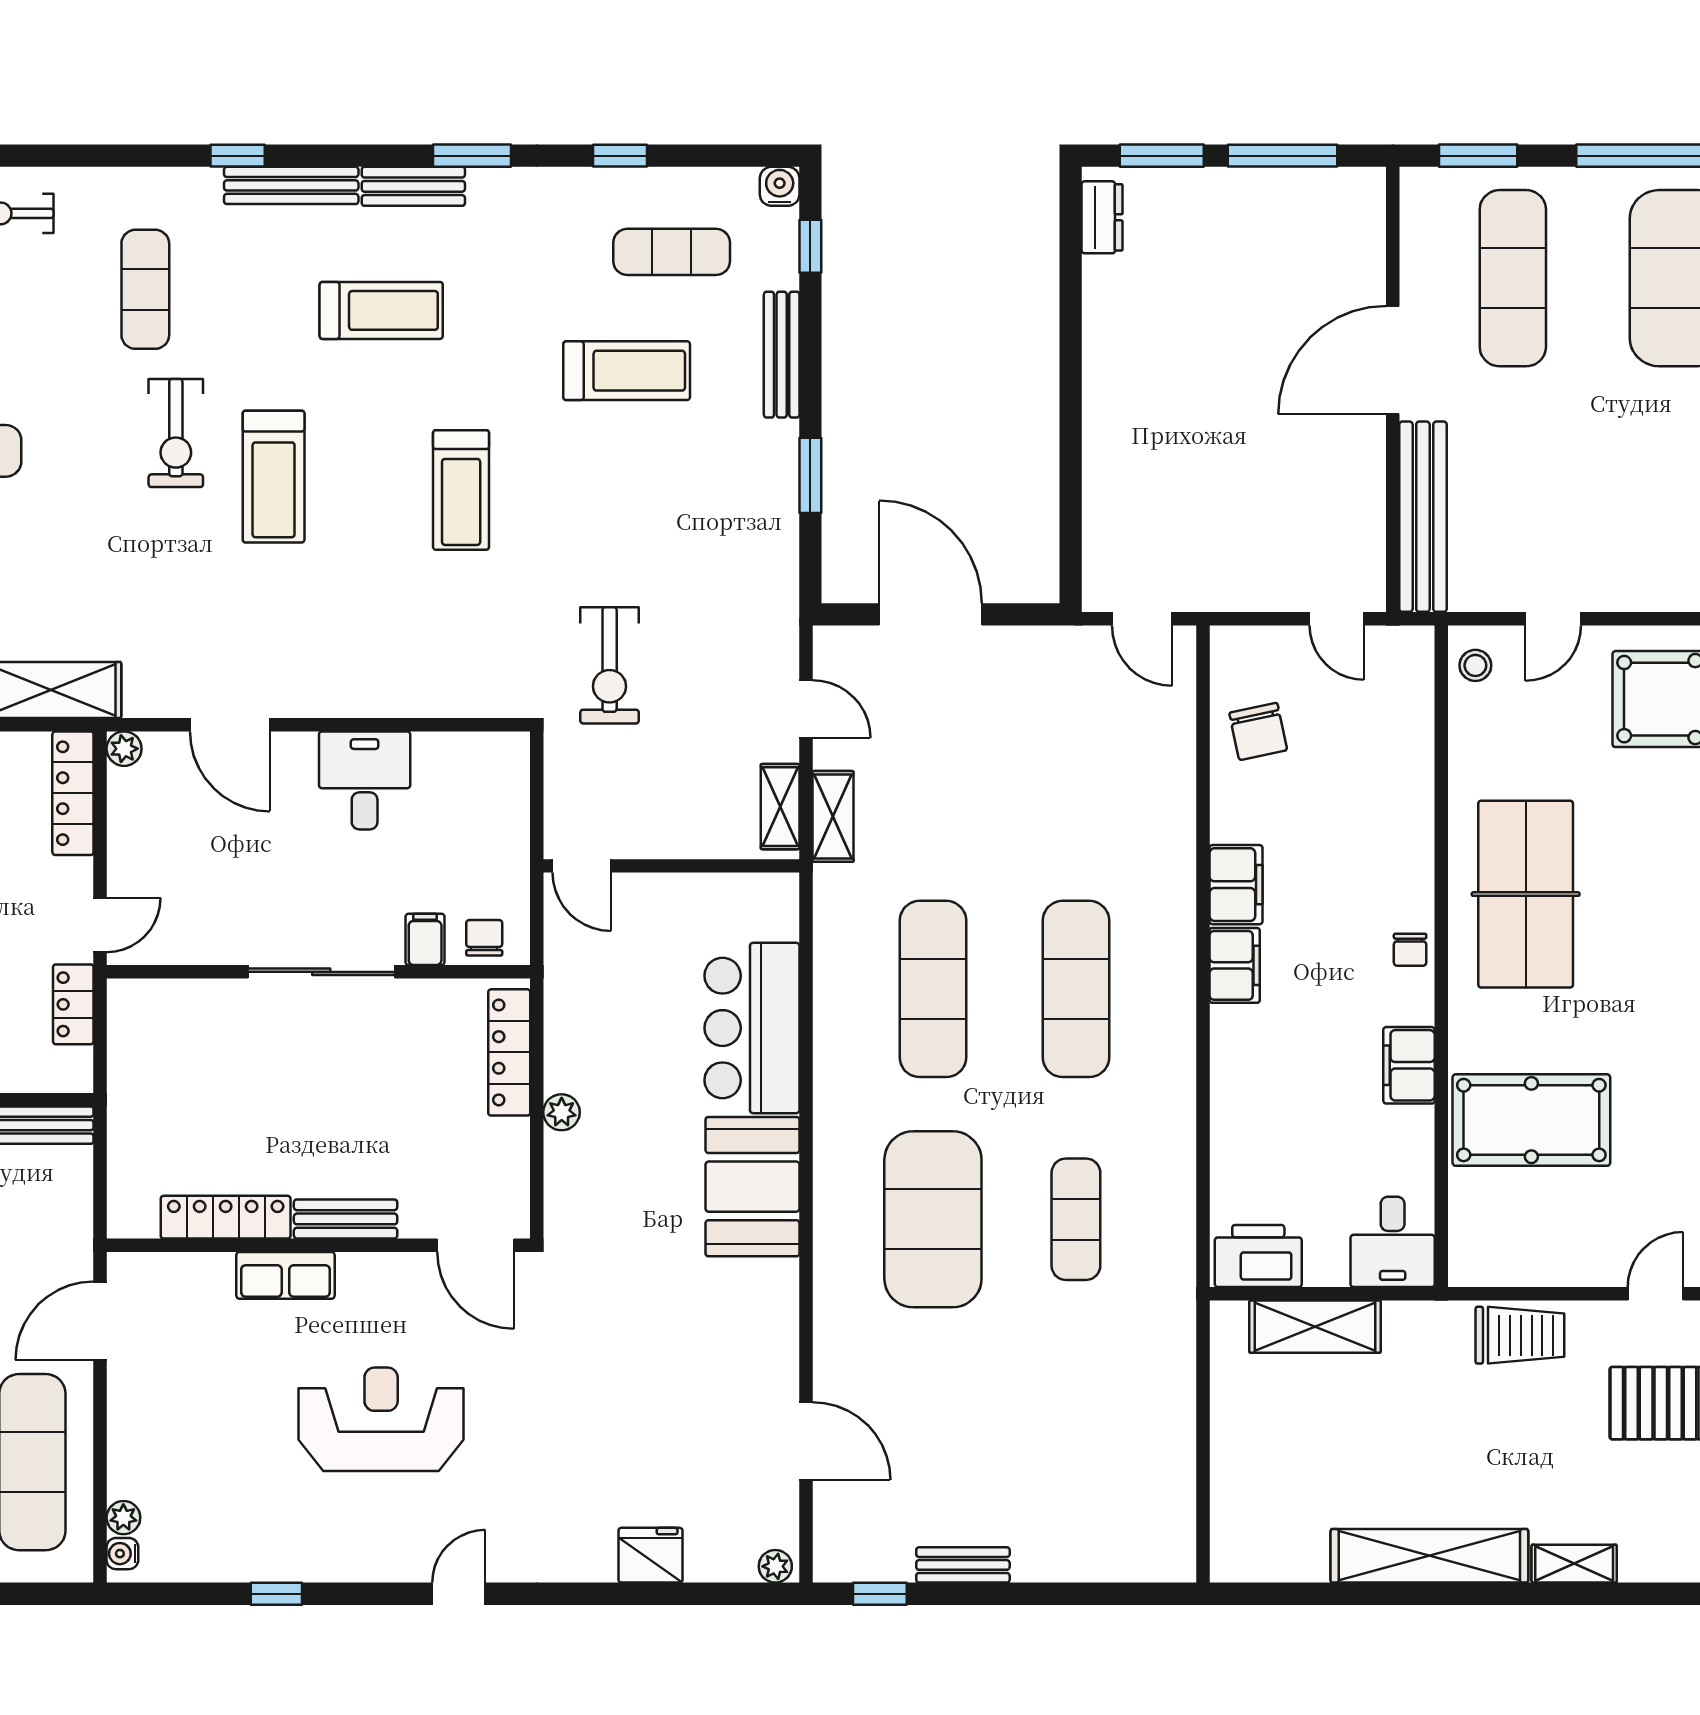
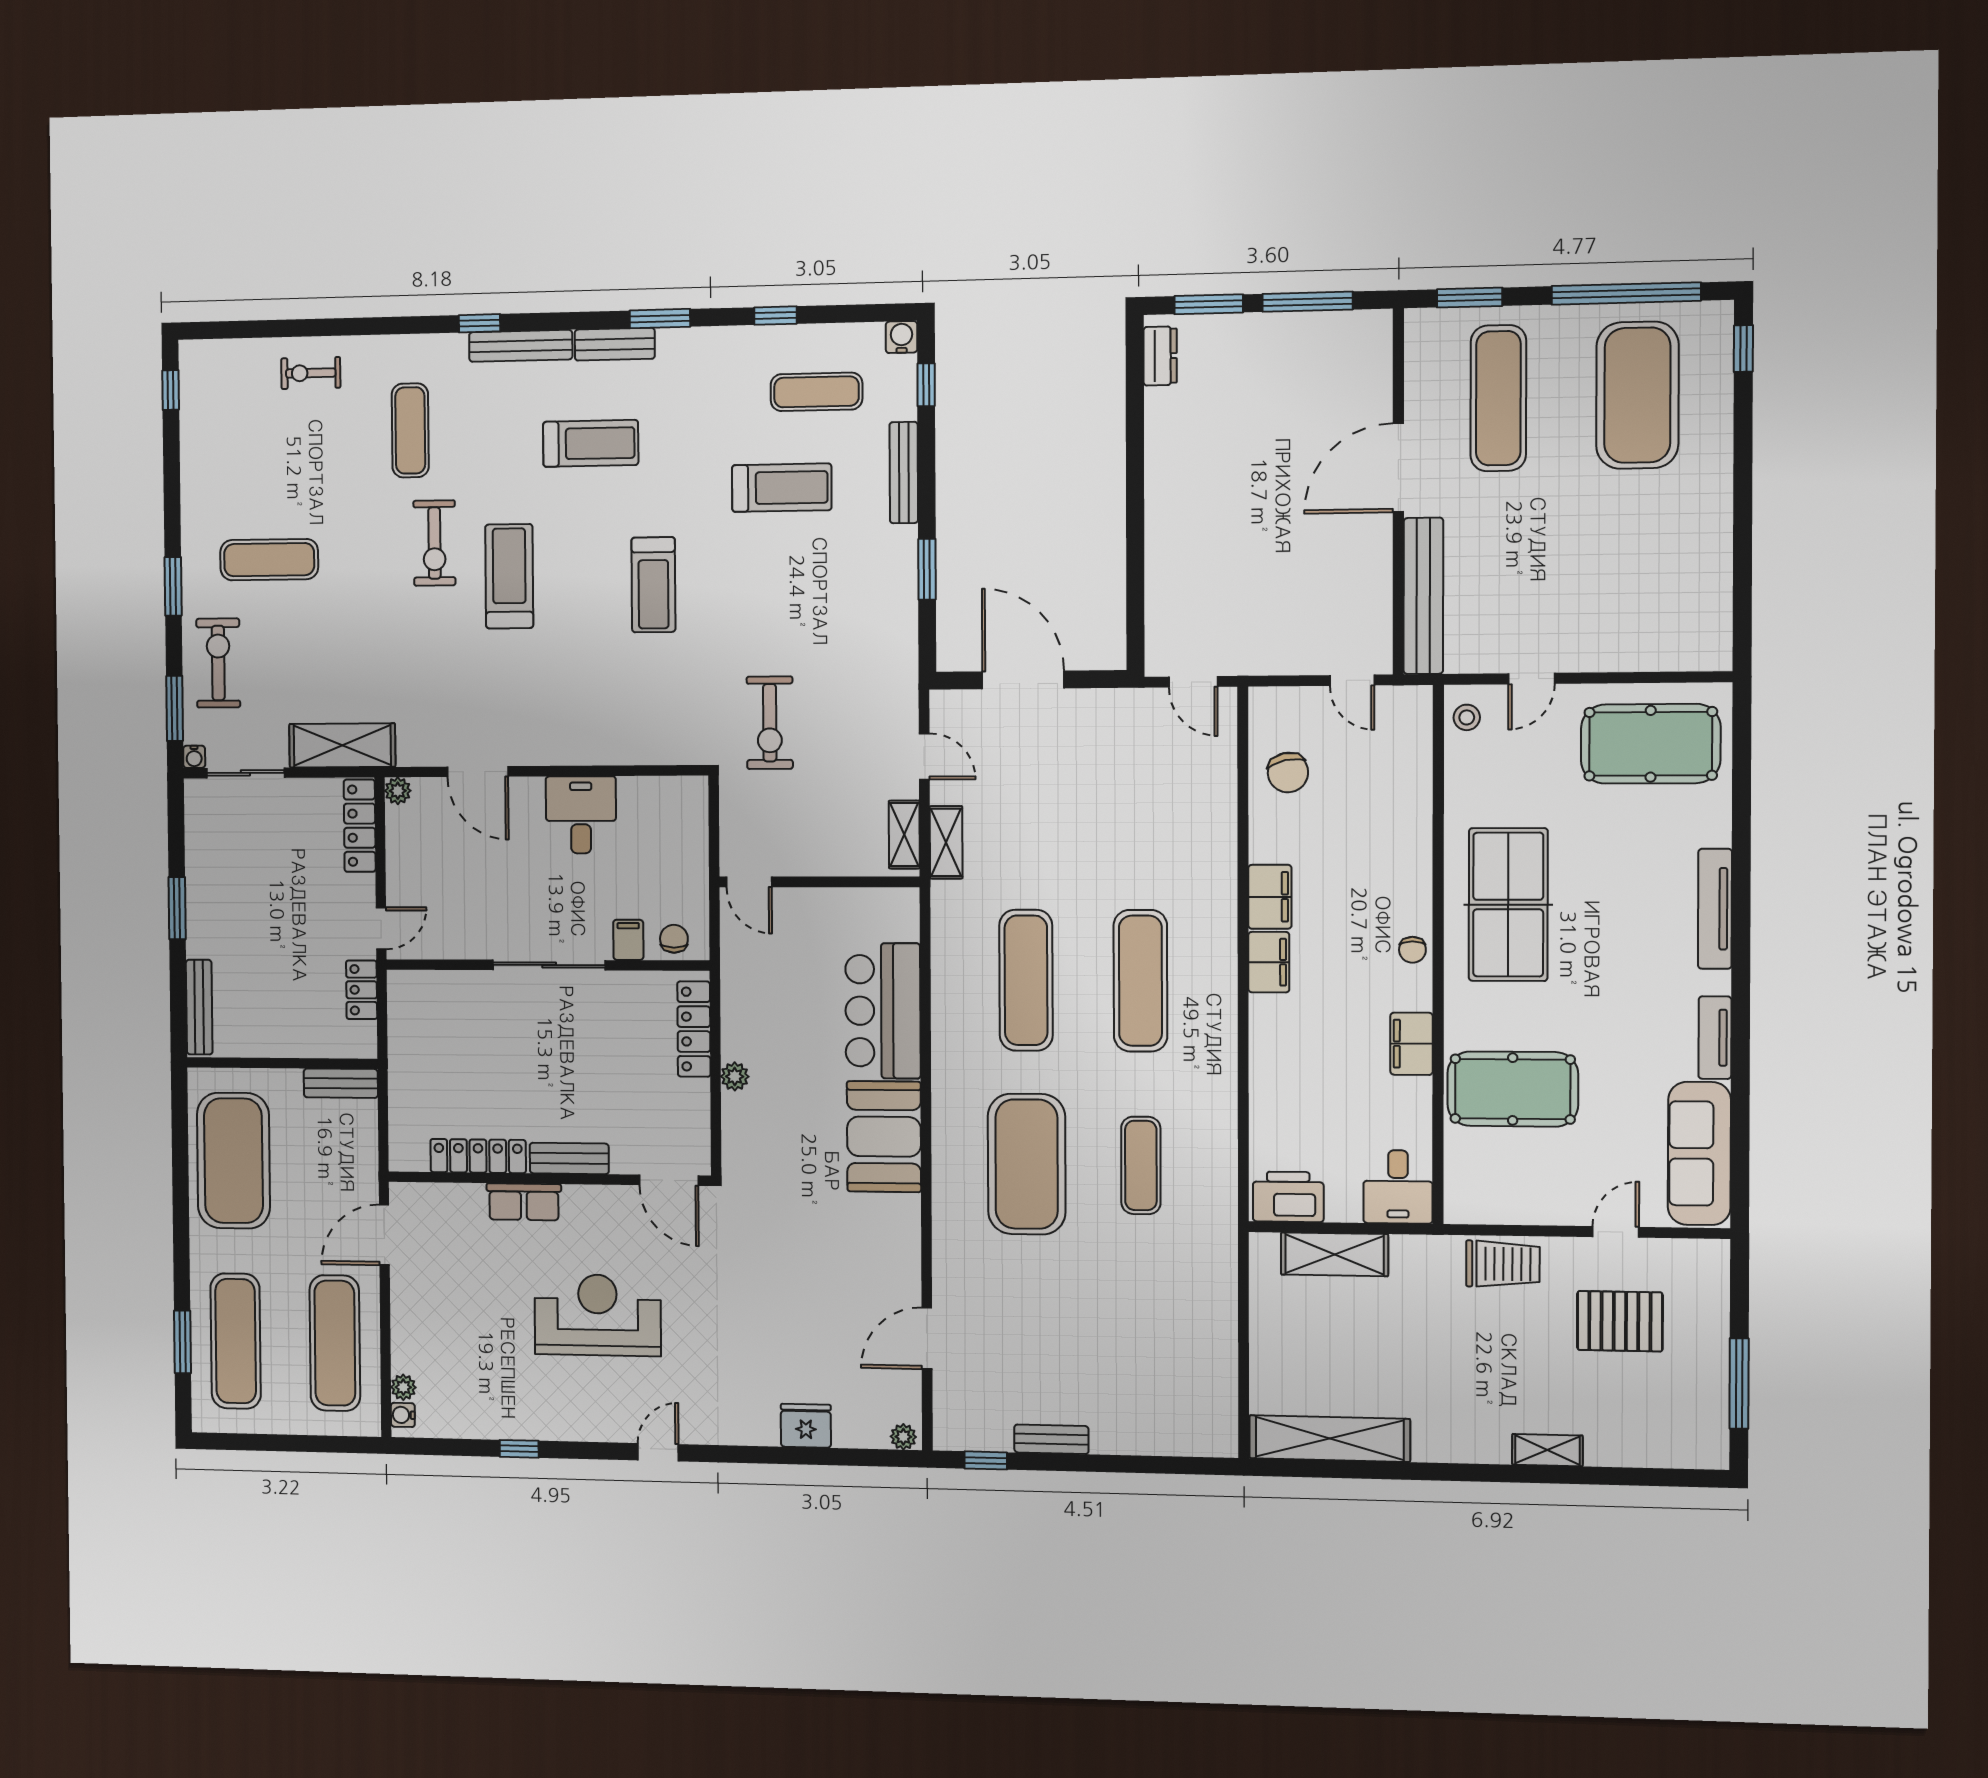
treadmill: (274, 477) -> (509, 576), turned 180
door: (806, 1441) -> (927, 1338), swing flipped
shelving: (1429, 1556) -> (1330, 1439), moved

